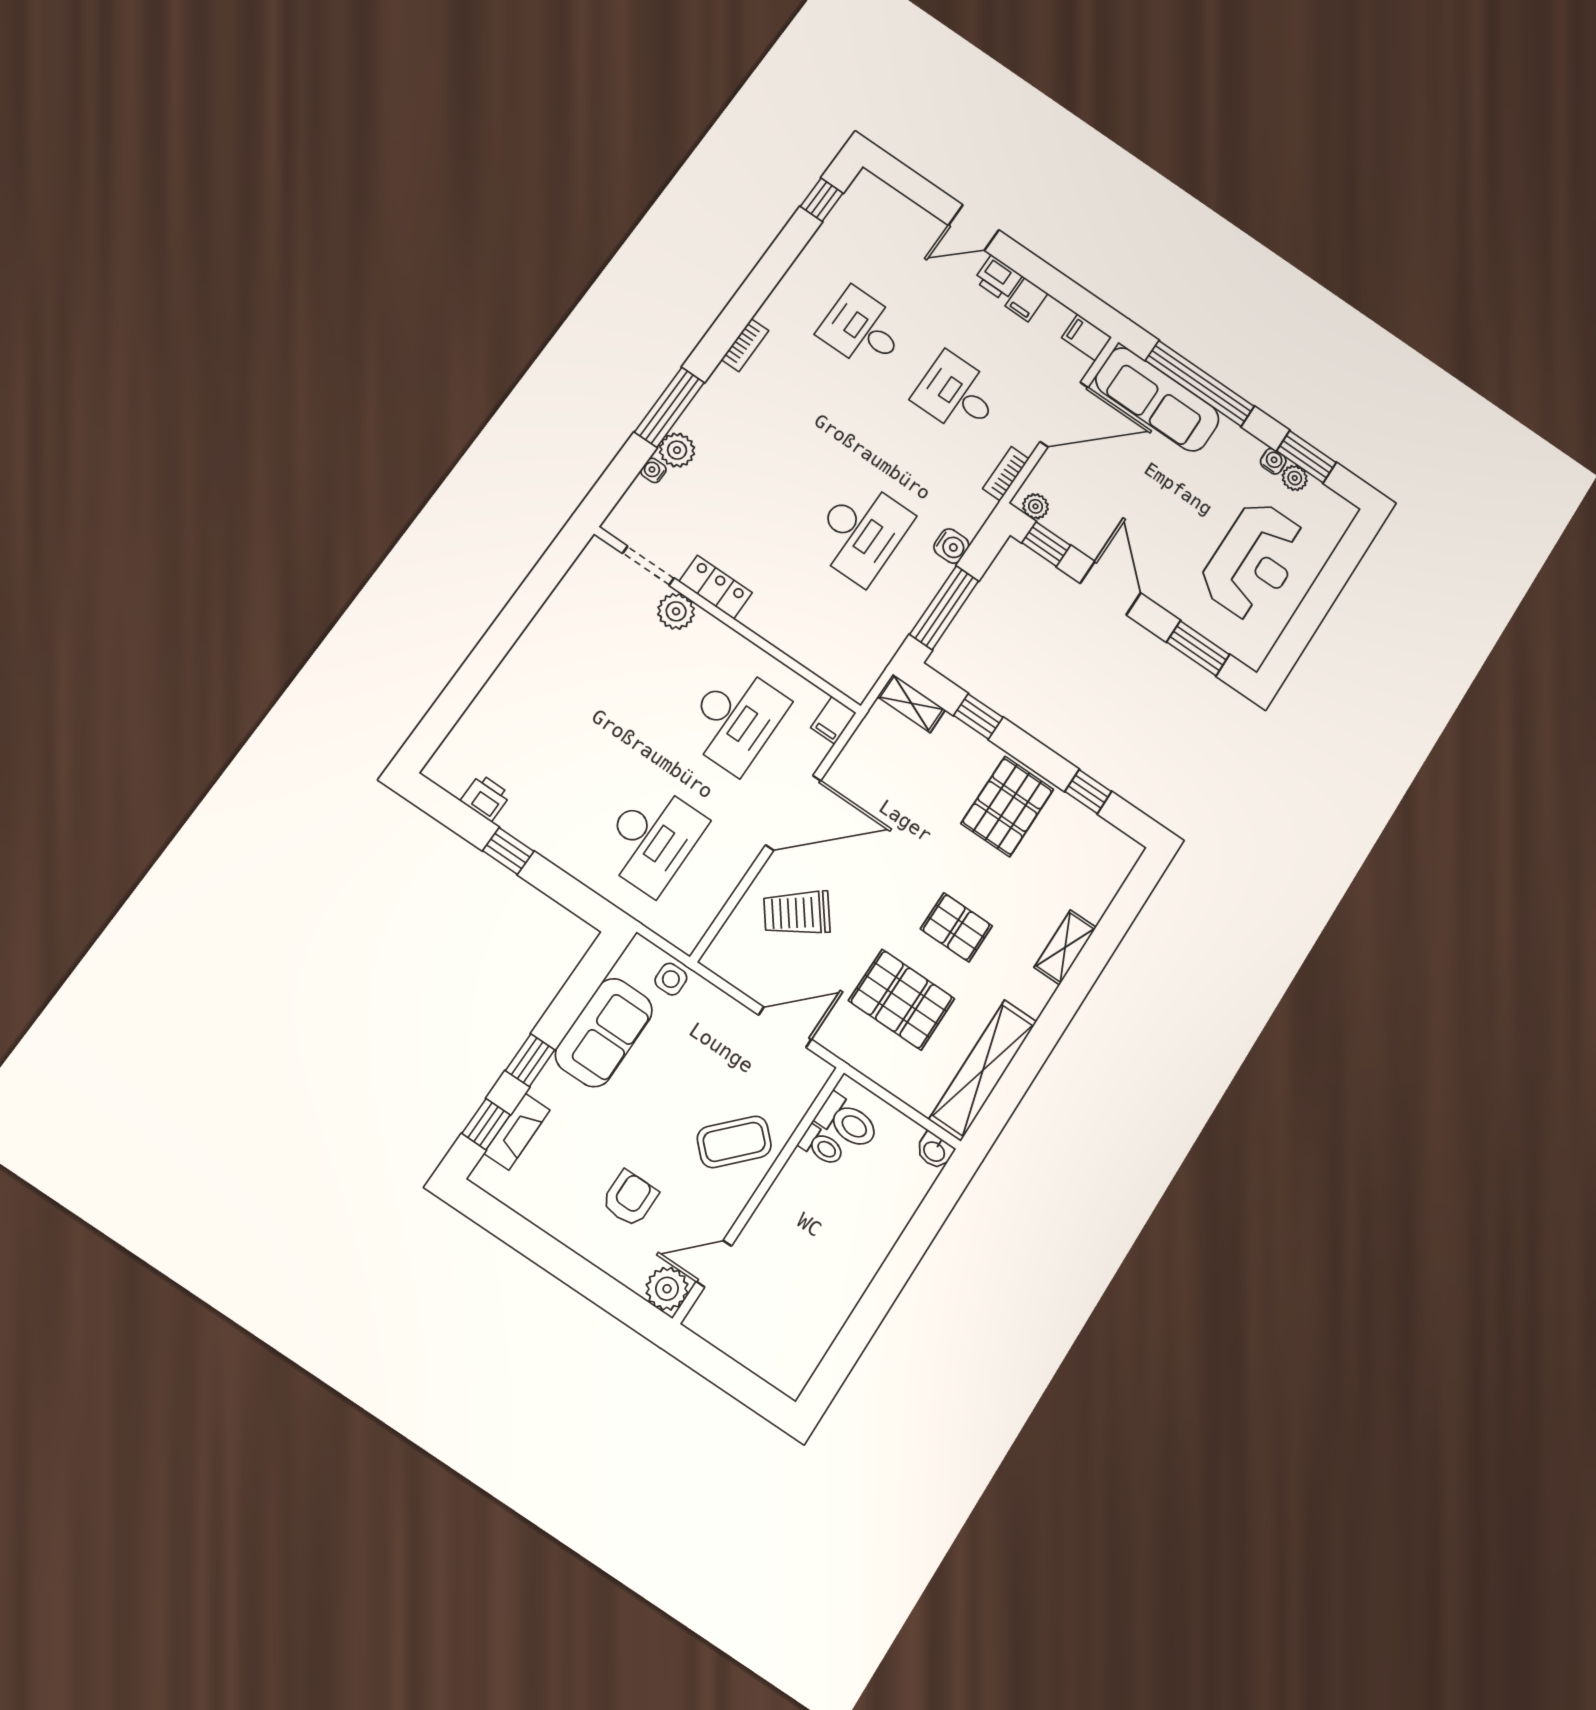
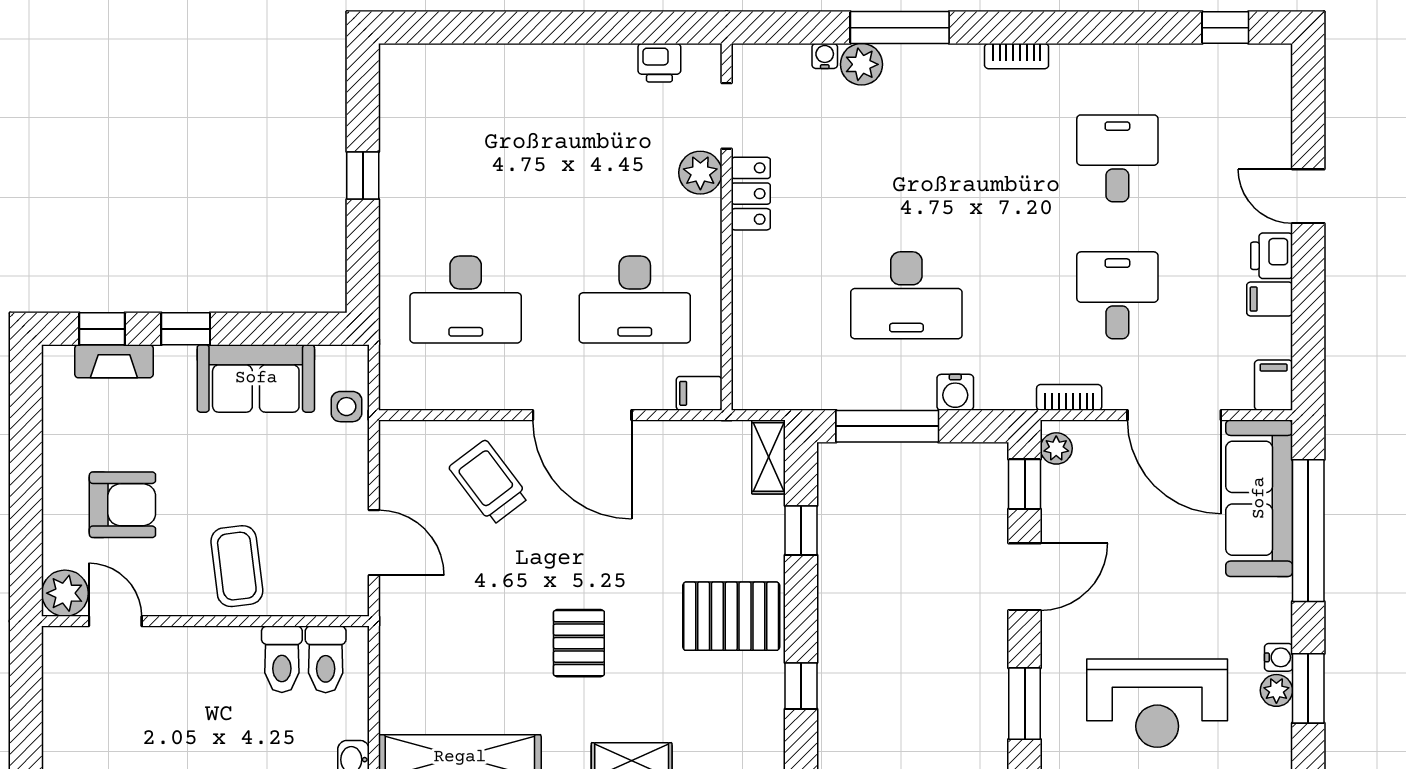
printer: (486, 798) -> (659, 63), moved, turned 90
pallet: (902, 1000) -> (474, 636), removed
coffee table: (734, 1142) -> (237, 566), turned 39
toilet: (822, 1146) -> (282, 659), width x1.37, depth x1.39
armchair: (630, 1199) -> (122, 505), width x1.38, depth x1.38

